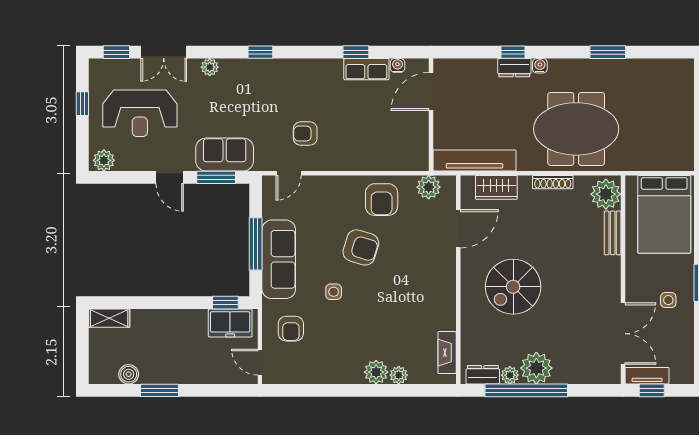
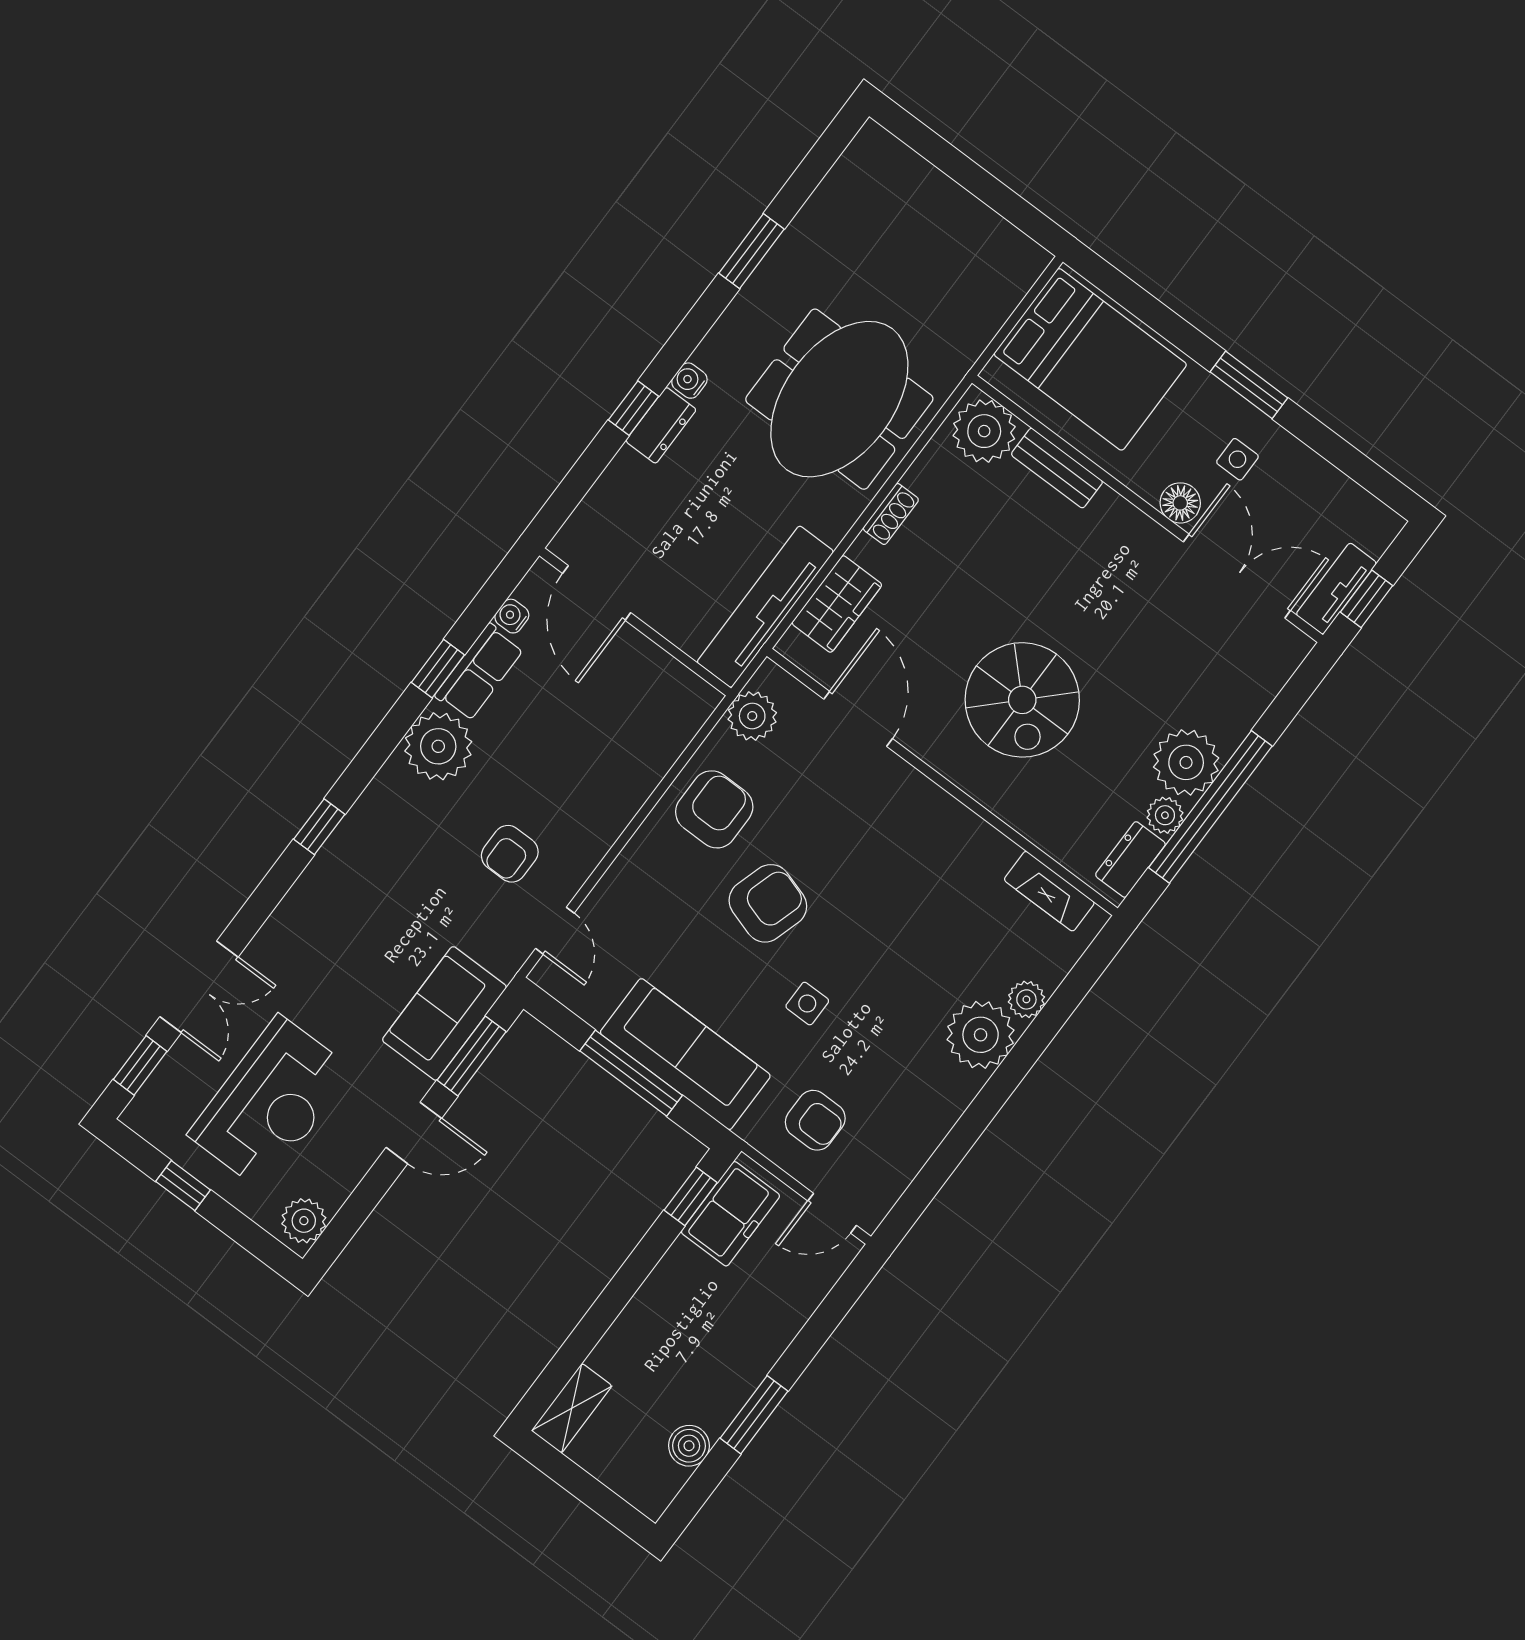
plant: (210, 67) -> (438, 746), moved, width x1.88, depth x1.88
shoe rack: (553, 182) -> (891, 514), width x0.70
armchair: (382, 200) -> (714, 809), turned -90
floor lamp: (635, 291) -> (1180, 503), added
plant: (376, 372) -> (981, 1035), width x1.36, depth x1.36

